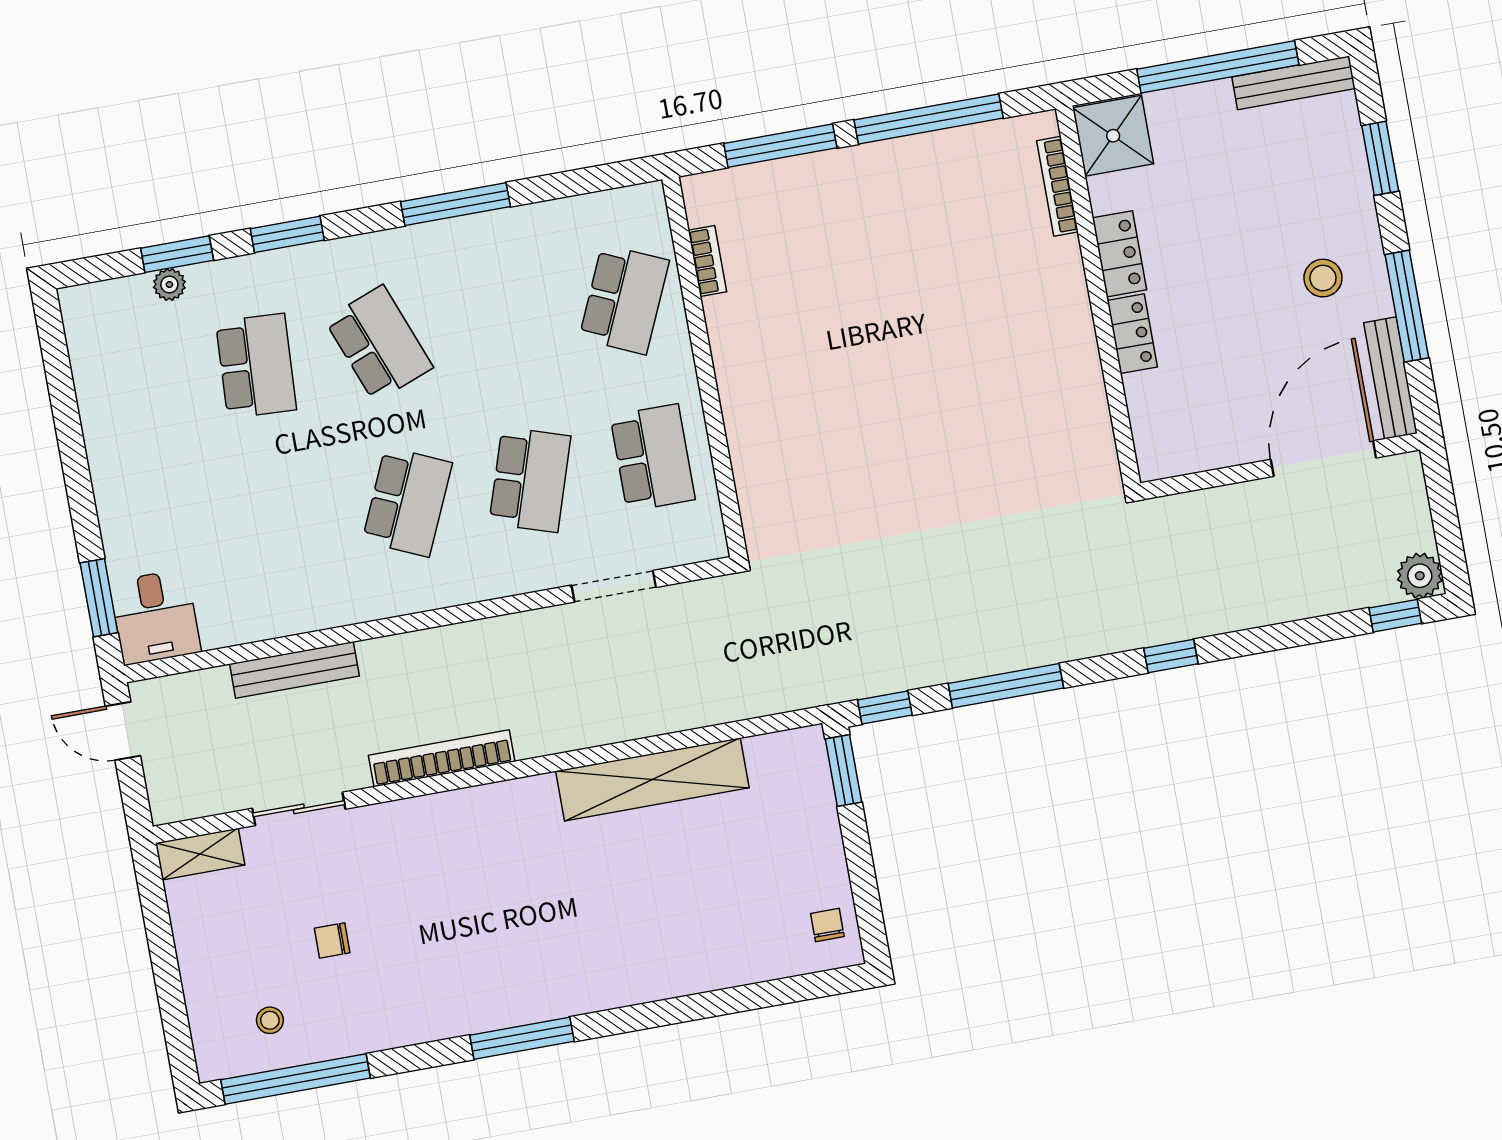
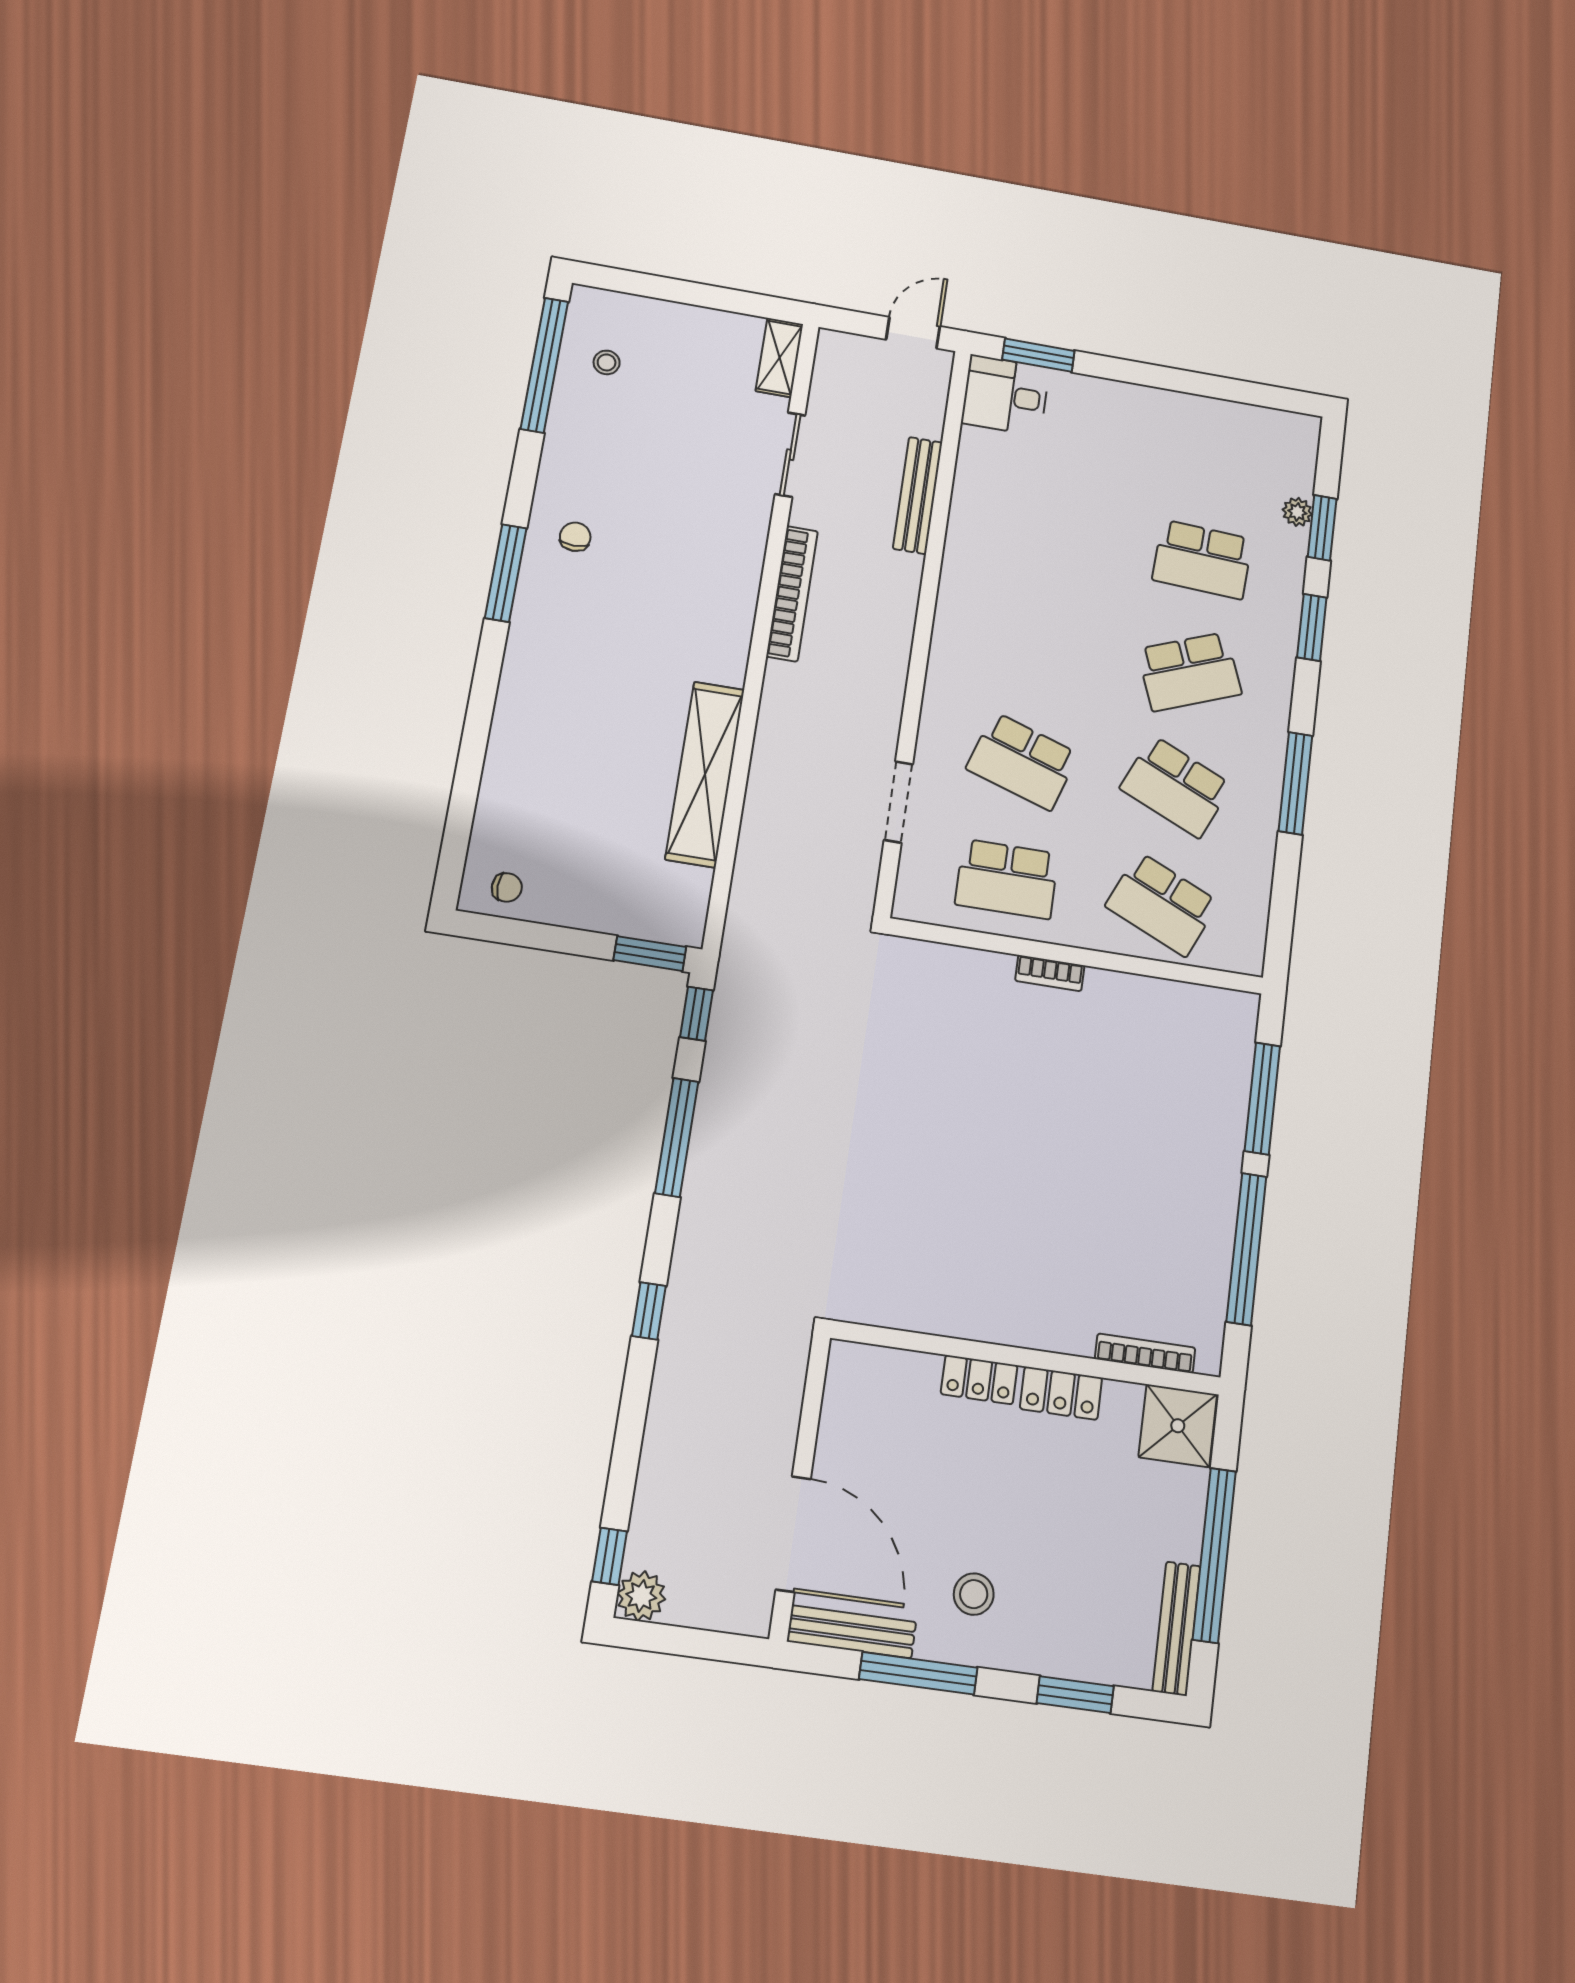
bookcase: (707, 261) -> (1050, 973), moved
school desk: (407, 502) -> (1176, 787), moved
chair: (332, 941) -> (575, 537), moved

